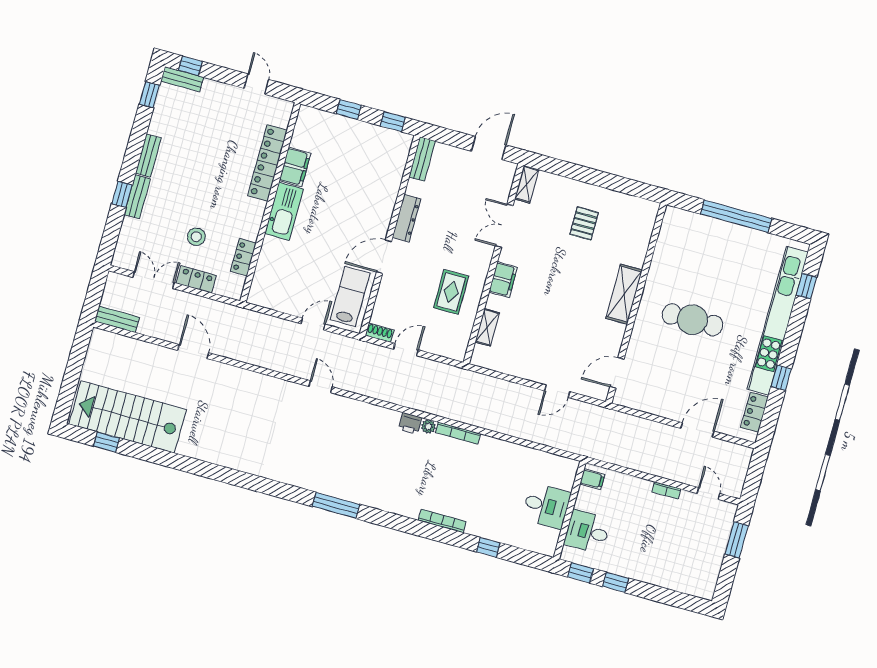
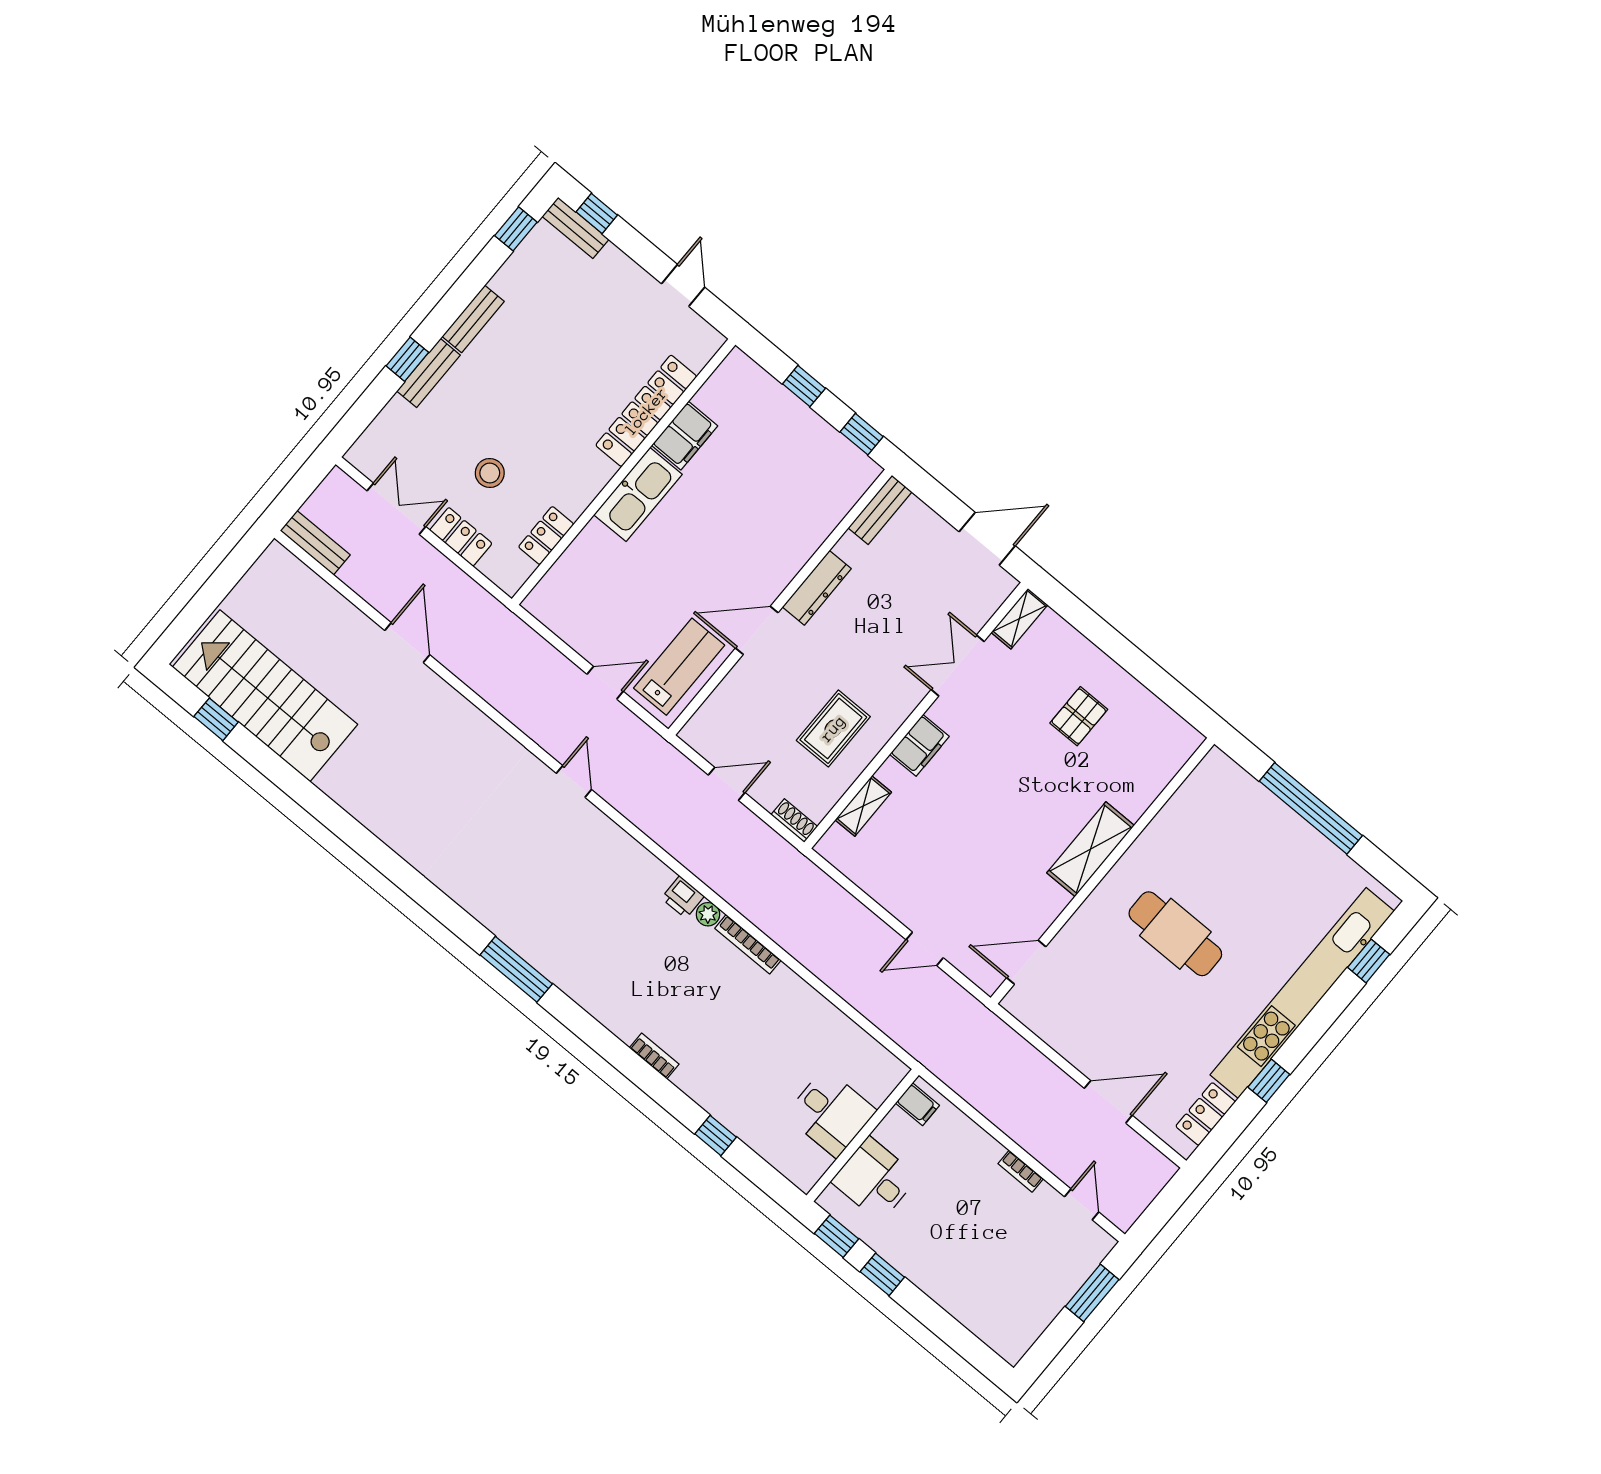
shoe rack: (380, 333) -> (794, 821), moved
bookcase: (442, 521) -> (654, 1056), width x0.64

